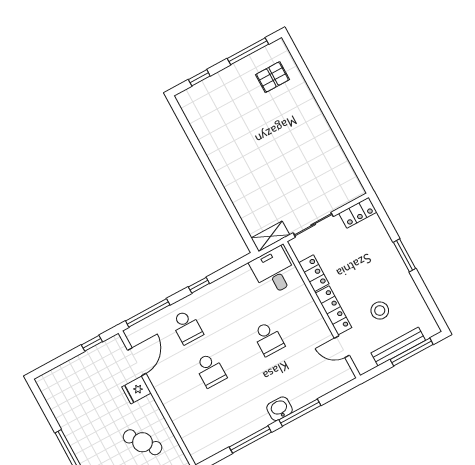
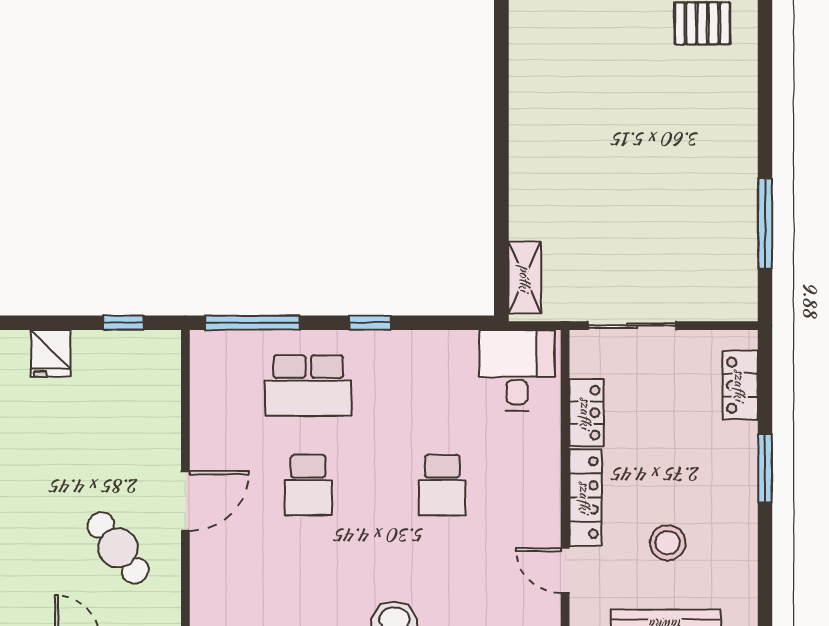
window: (347, 149) -> (765, 223), added
locker: (358, 213) -> (740, 385), moved, turned 90
shelving: (270, 236) -> (525, 278), moved, turned 90
school desk: (187, 327) -> (308, 385), width x1.85
door: (137, 362) -> (185, 501), moved
fridge: (136, 390) -> (51, 353), moved, turned -90

